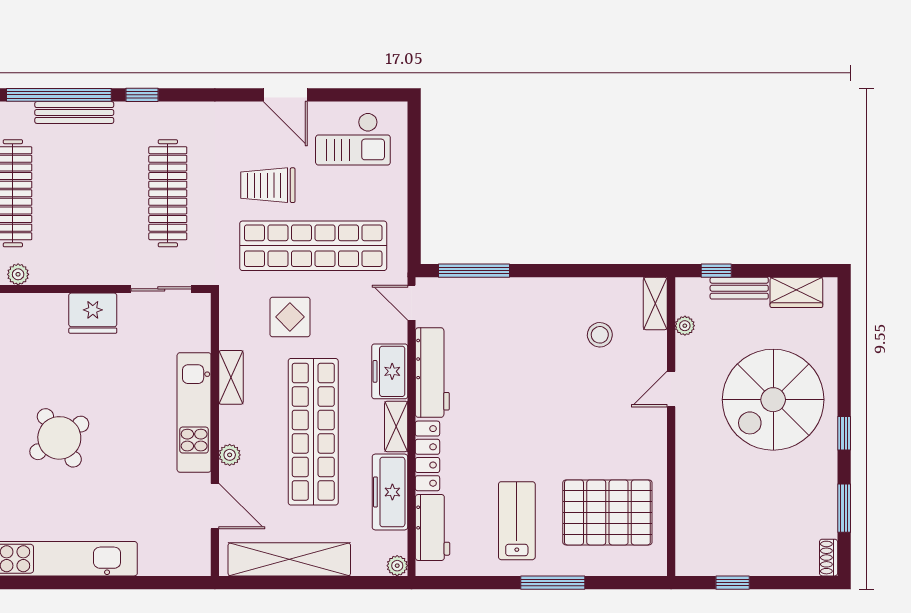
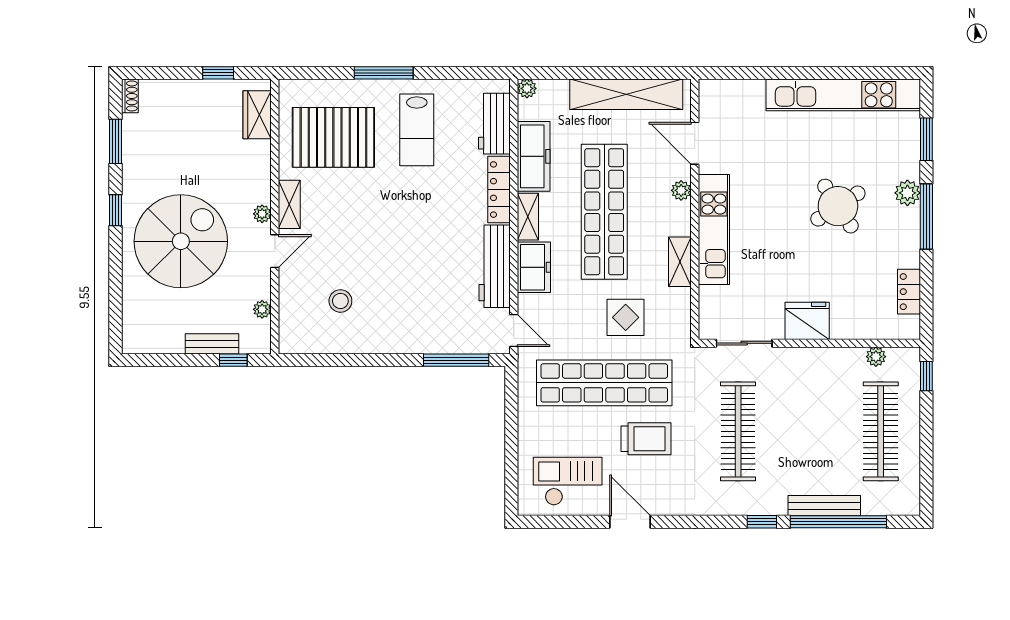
wardrobe: (796, 292) -> (257, 115), moved, turned -90
shelving: (655, 303) -> (289, 204), moved
plant: (685, 430) -> (262, 214), added

